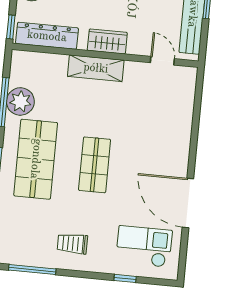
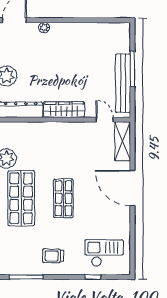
wardrobe: (107, 41) -> (64, 110), width x1.50
shelving: (96, 68) -> (123, 141), moved, turned 90
door: (188, 203) -> (132, 188), moved

